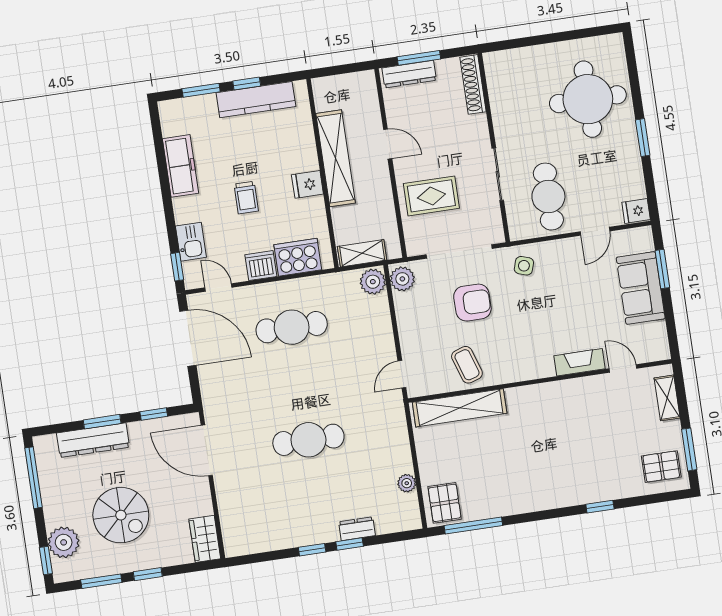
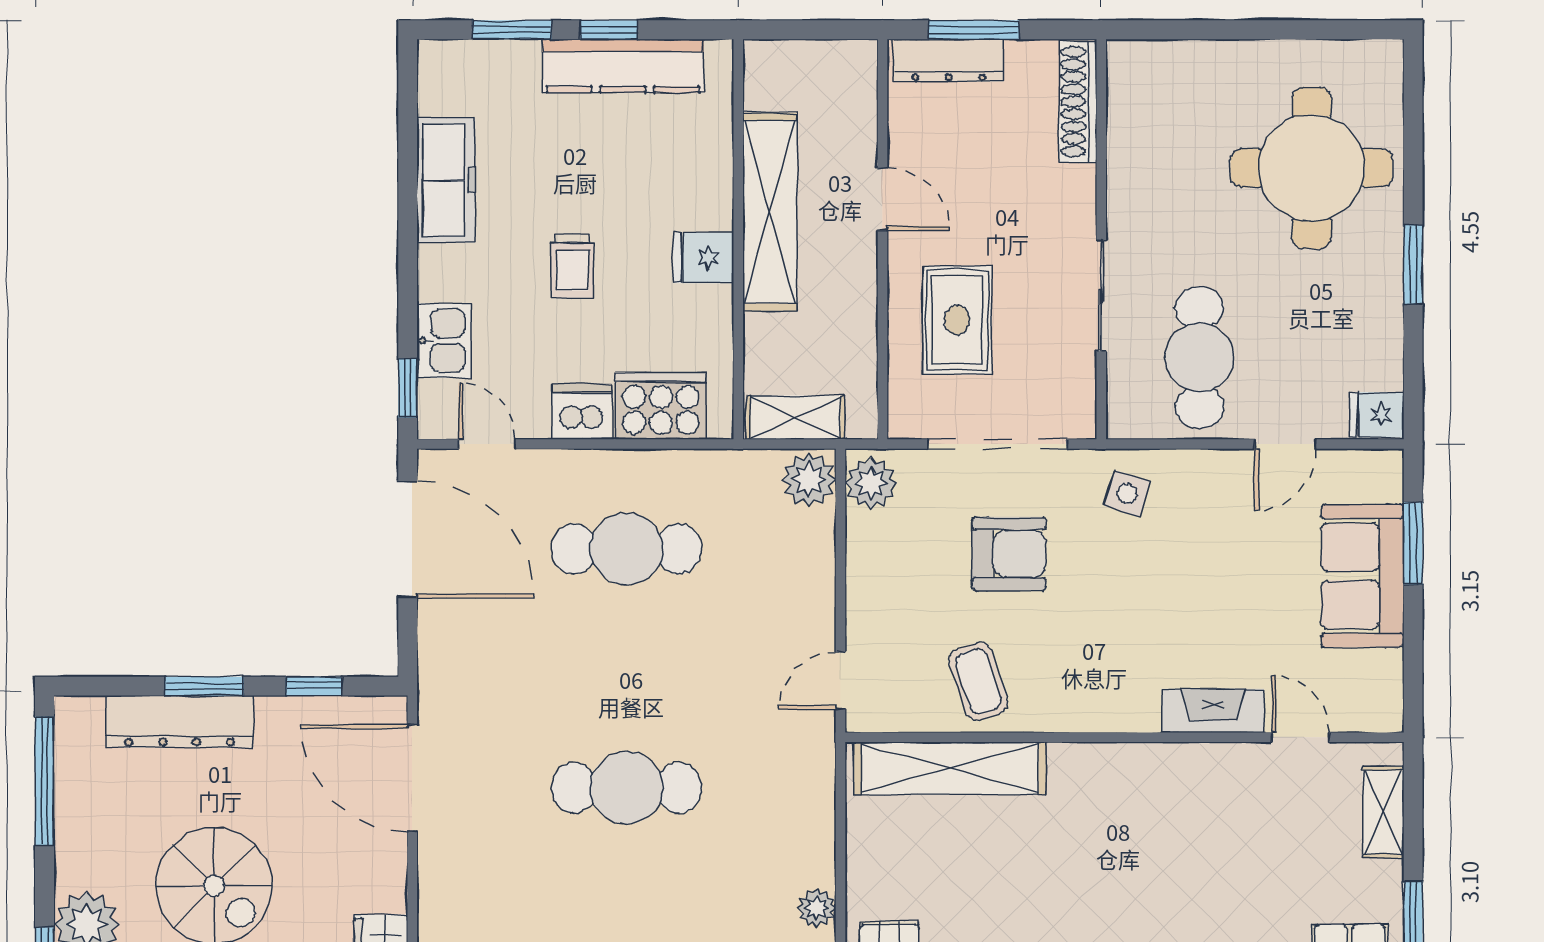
rug: (431, 196) -> (957, 320), turned 90

